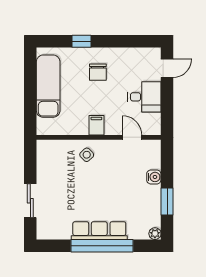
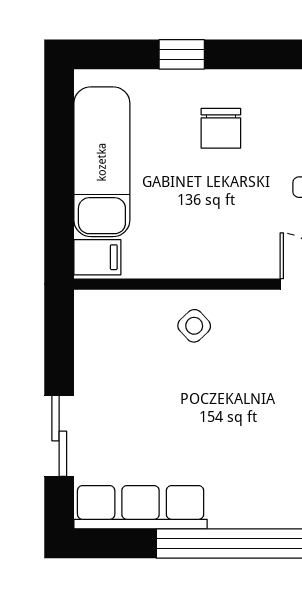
filing cabinet: (96, 125) -> (97, 257), moved, turned 90
row of seats: (99, 231) -> (141, 507), moved

